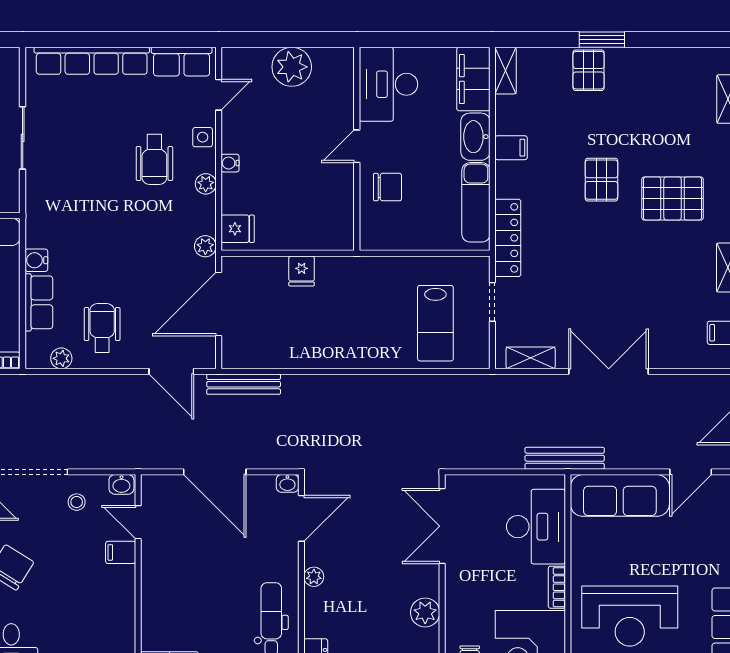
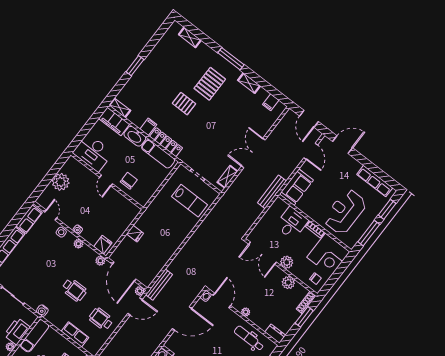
pallet: (589, 70) -> (142, 79), removed
wheelchair: (154, 159) -> (74, 290), moved
locker: (508, 238) -> (166, 142), moved
water cooler: (36, 260) -> (42, 311), moved
plant: (61, 358) -> (140, 291), moved
sofa: (620, 495) -> (296, 187), width x0.73
desk: (536, 527) -> (292, 223), width x0.73
plant: (459, 581) -> (287, 262), added
reception desk: (630, 616) -> (345, 212), turned 180

